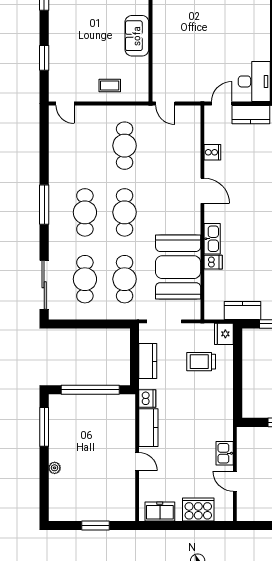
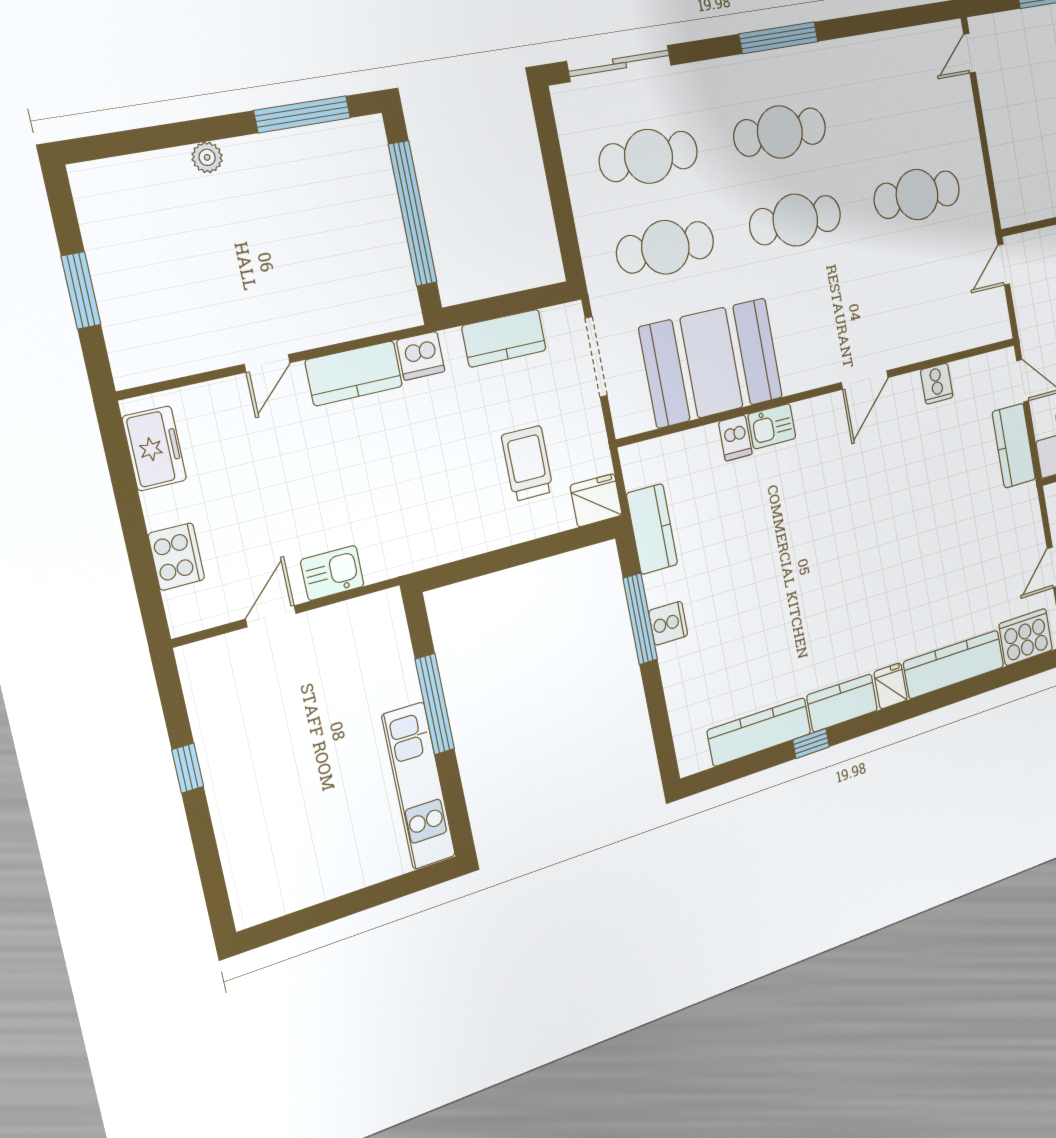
coffee table: (110, 86) -> (1015, 142), removed
kitchen sink: (212, 239) -> (772, 426), width x0.73
cooker: (198, 509) -> (176, 557), width x0.73, depth x0.76

